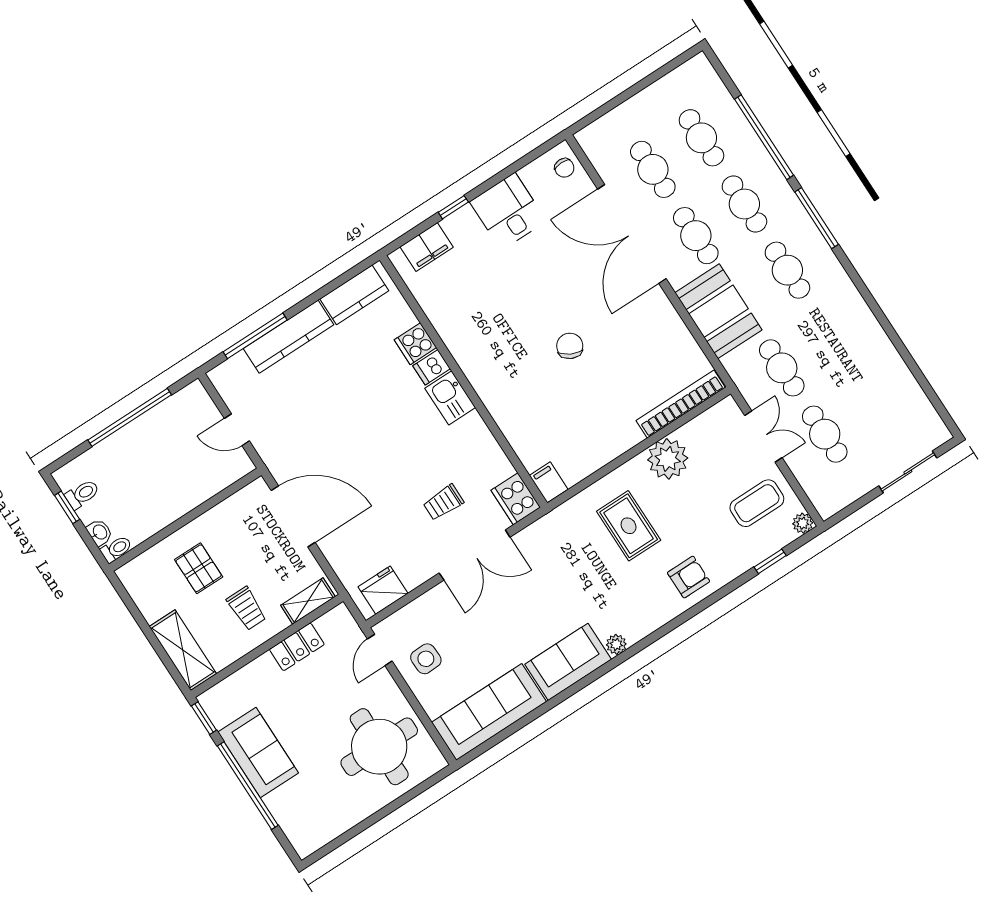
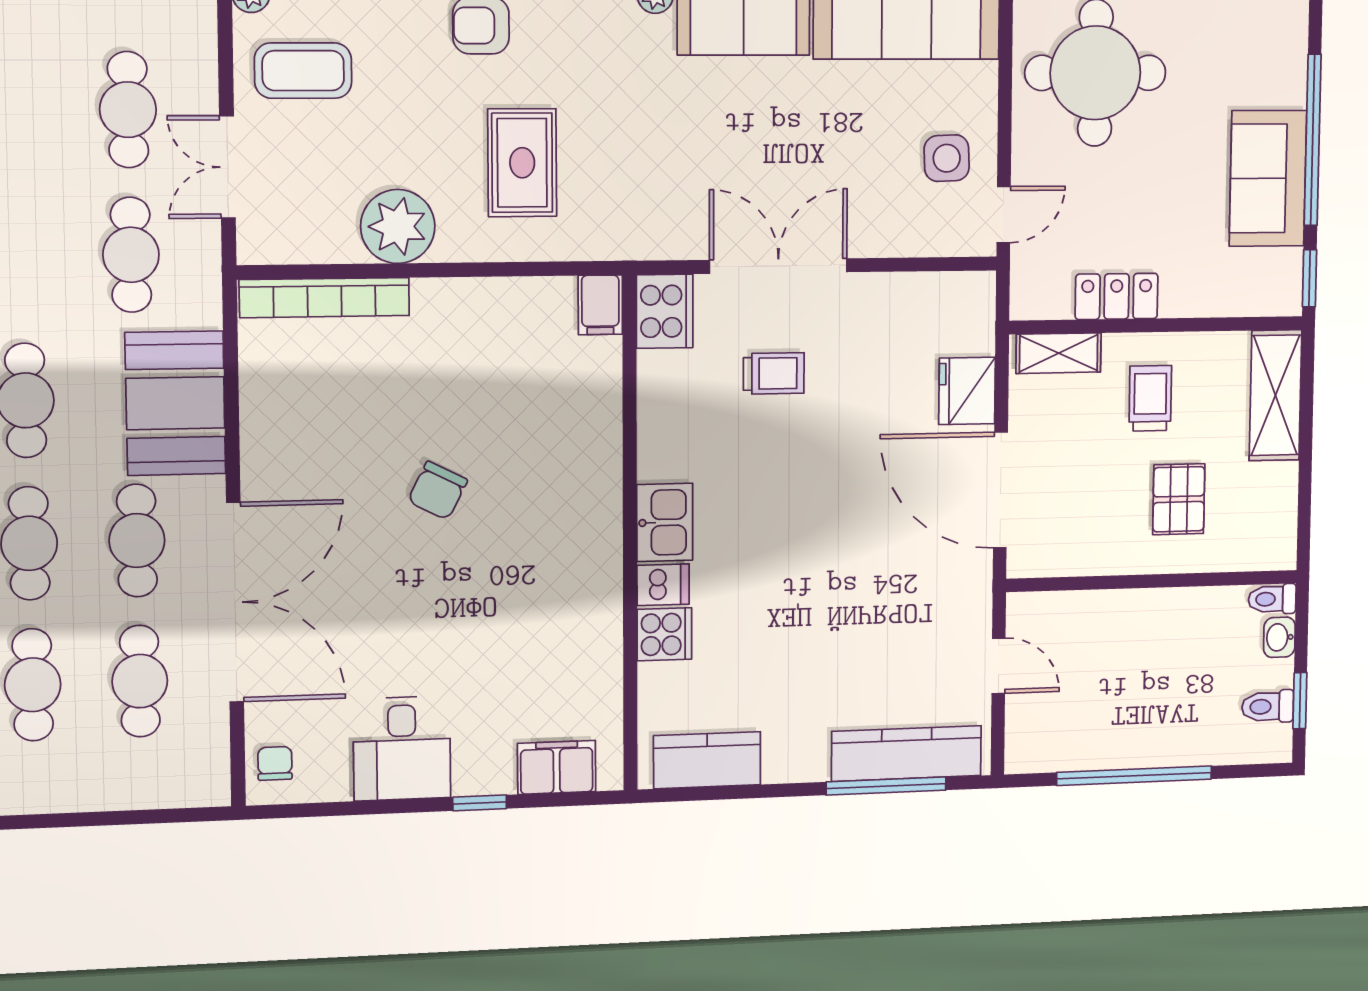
kitchen counter: (289, 337) -> (907, 754), moved
fridge: (383, 590) -> (967, 391), moved, turned 90

